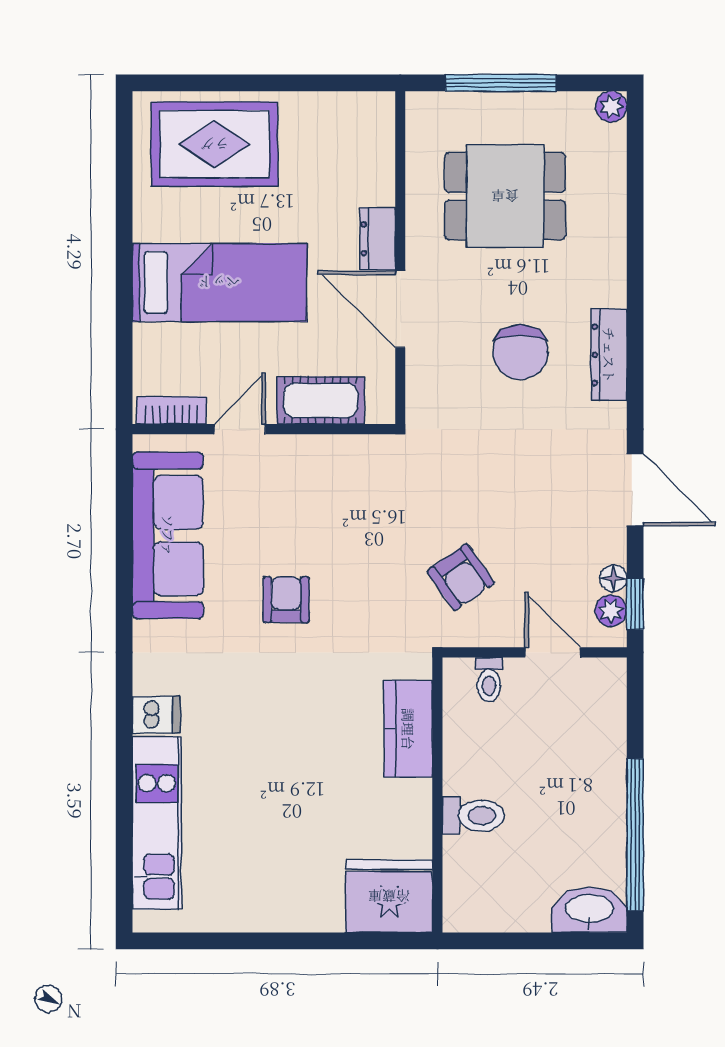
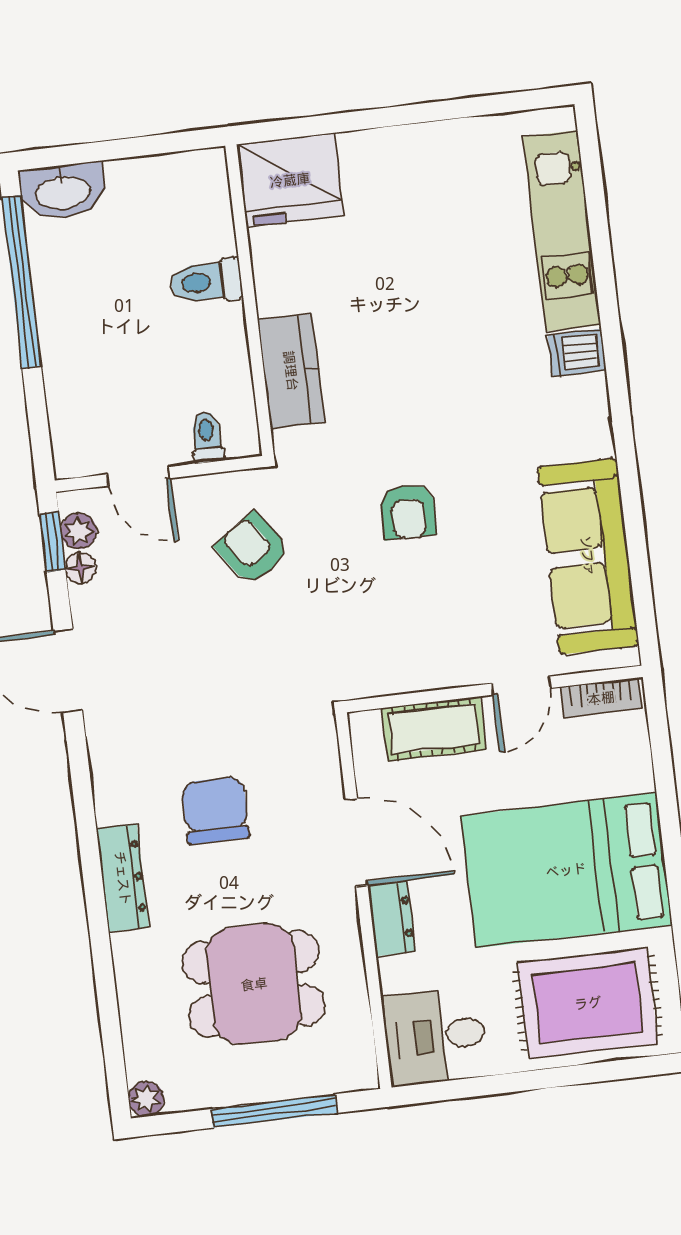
desk: (352, 131) -> (435, 1036), added
bed: (219, 282) -> (566, 870), width x1.50
dresser: (609, 355) -> (123, 878), moved
armchair: (286, 600) -> (408, 512), moved

